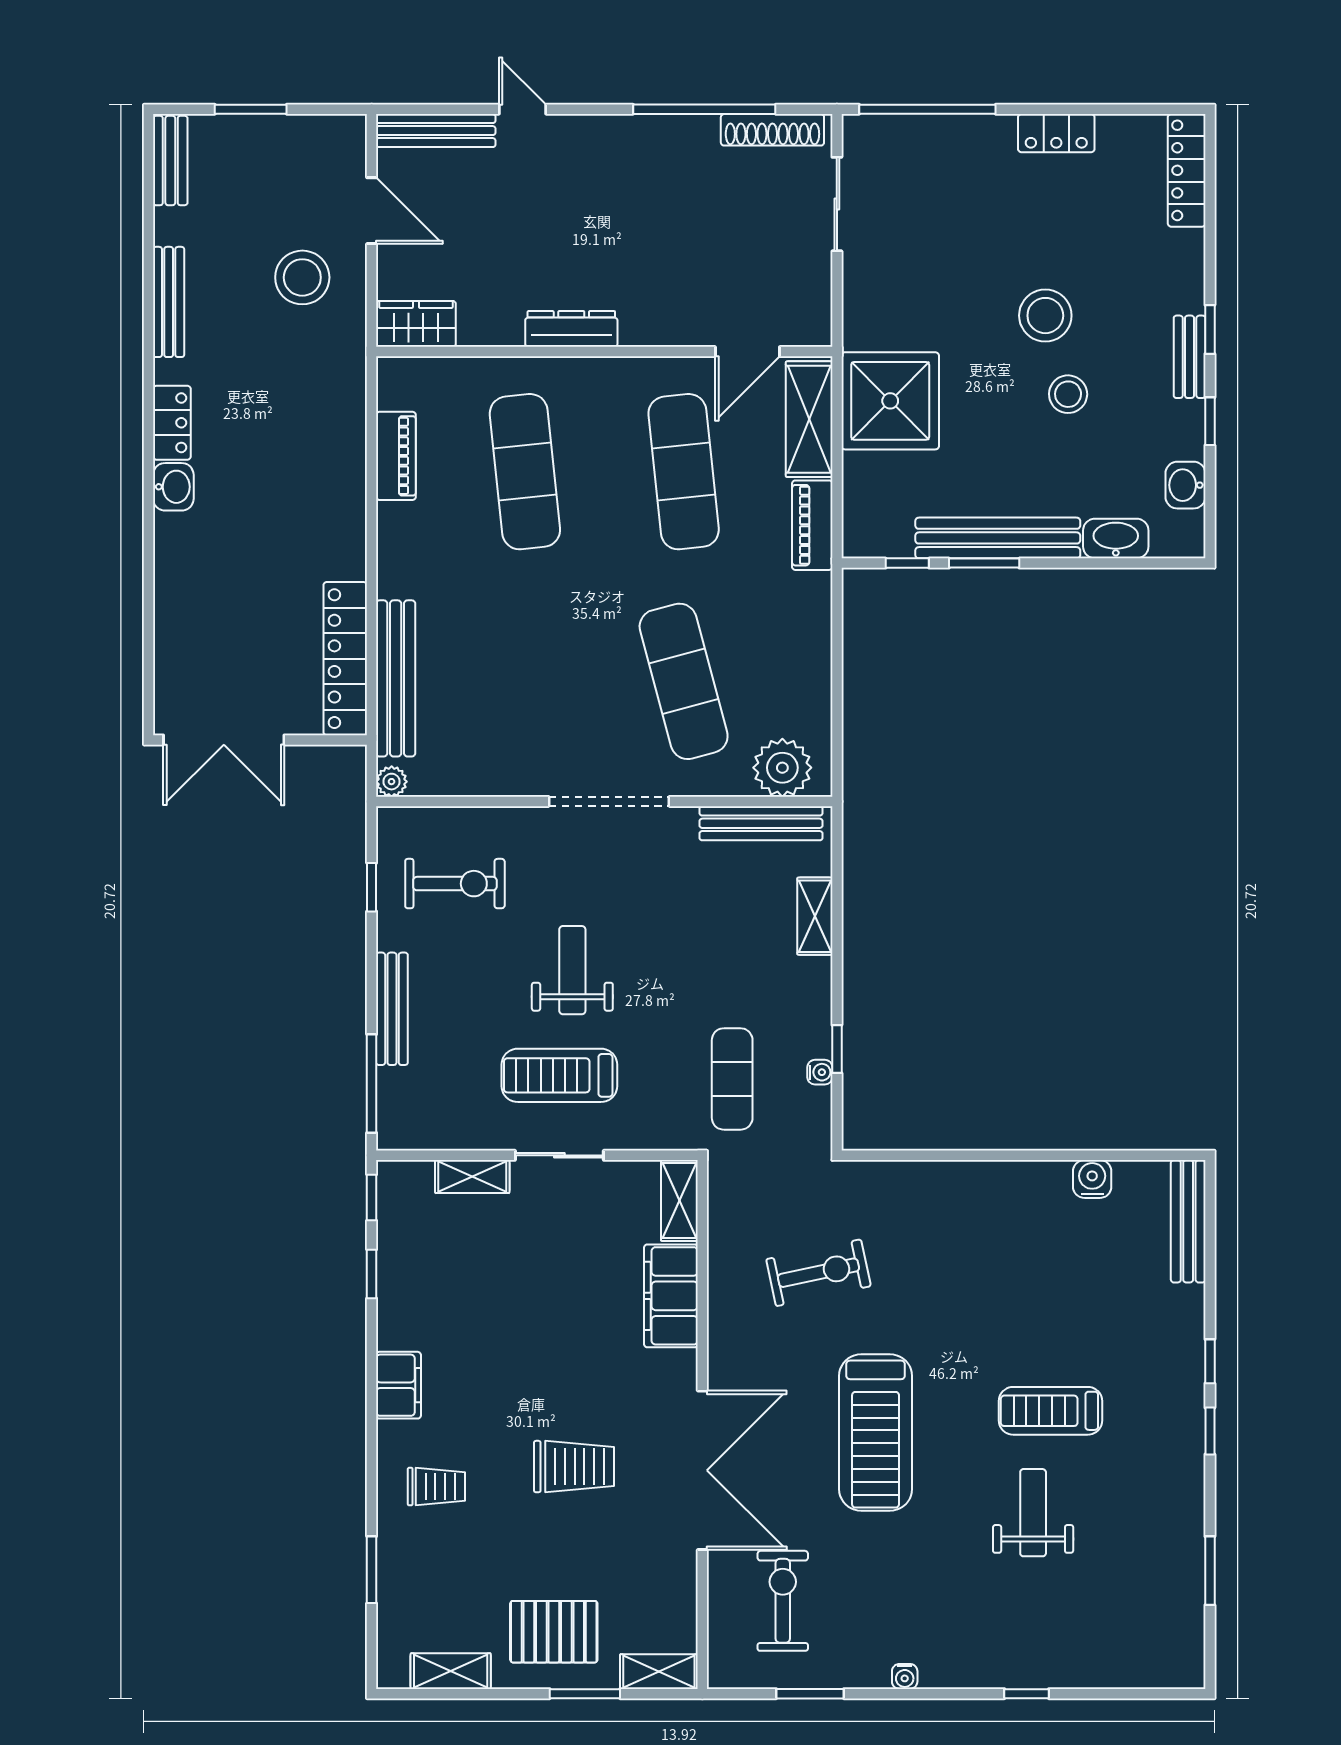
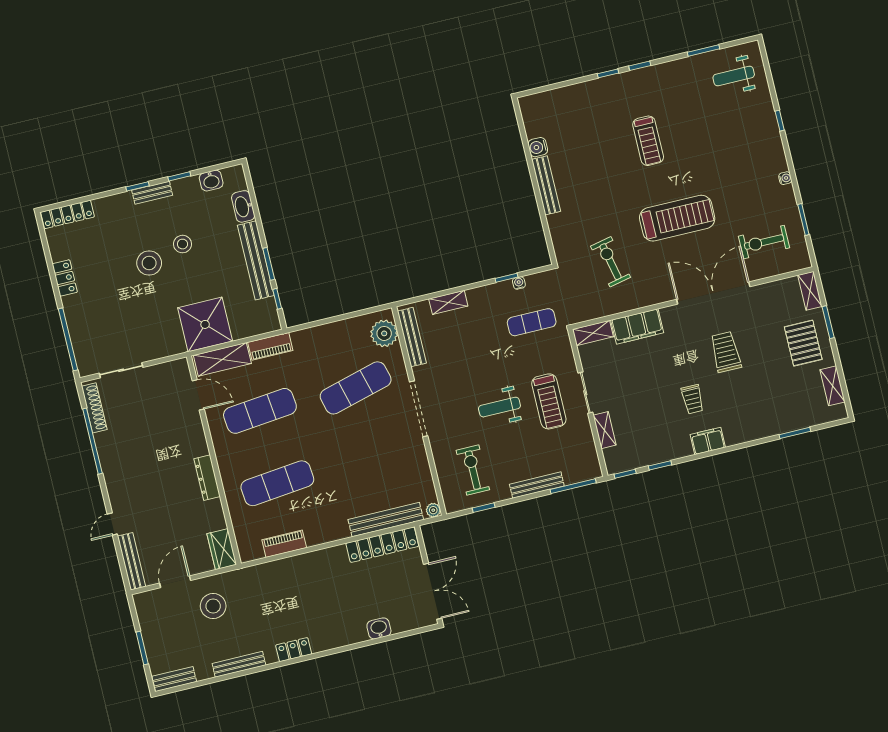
washbasin: (173, 487) -> (379, 628), moved
bench: (1188, 1221) -> (546, 185), moved, turned 90
trolley: (436, 1487) -> (693, 399), moved, turned 180
weight bench: (1033, 1513) -> (734, 76), moved

